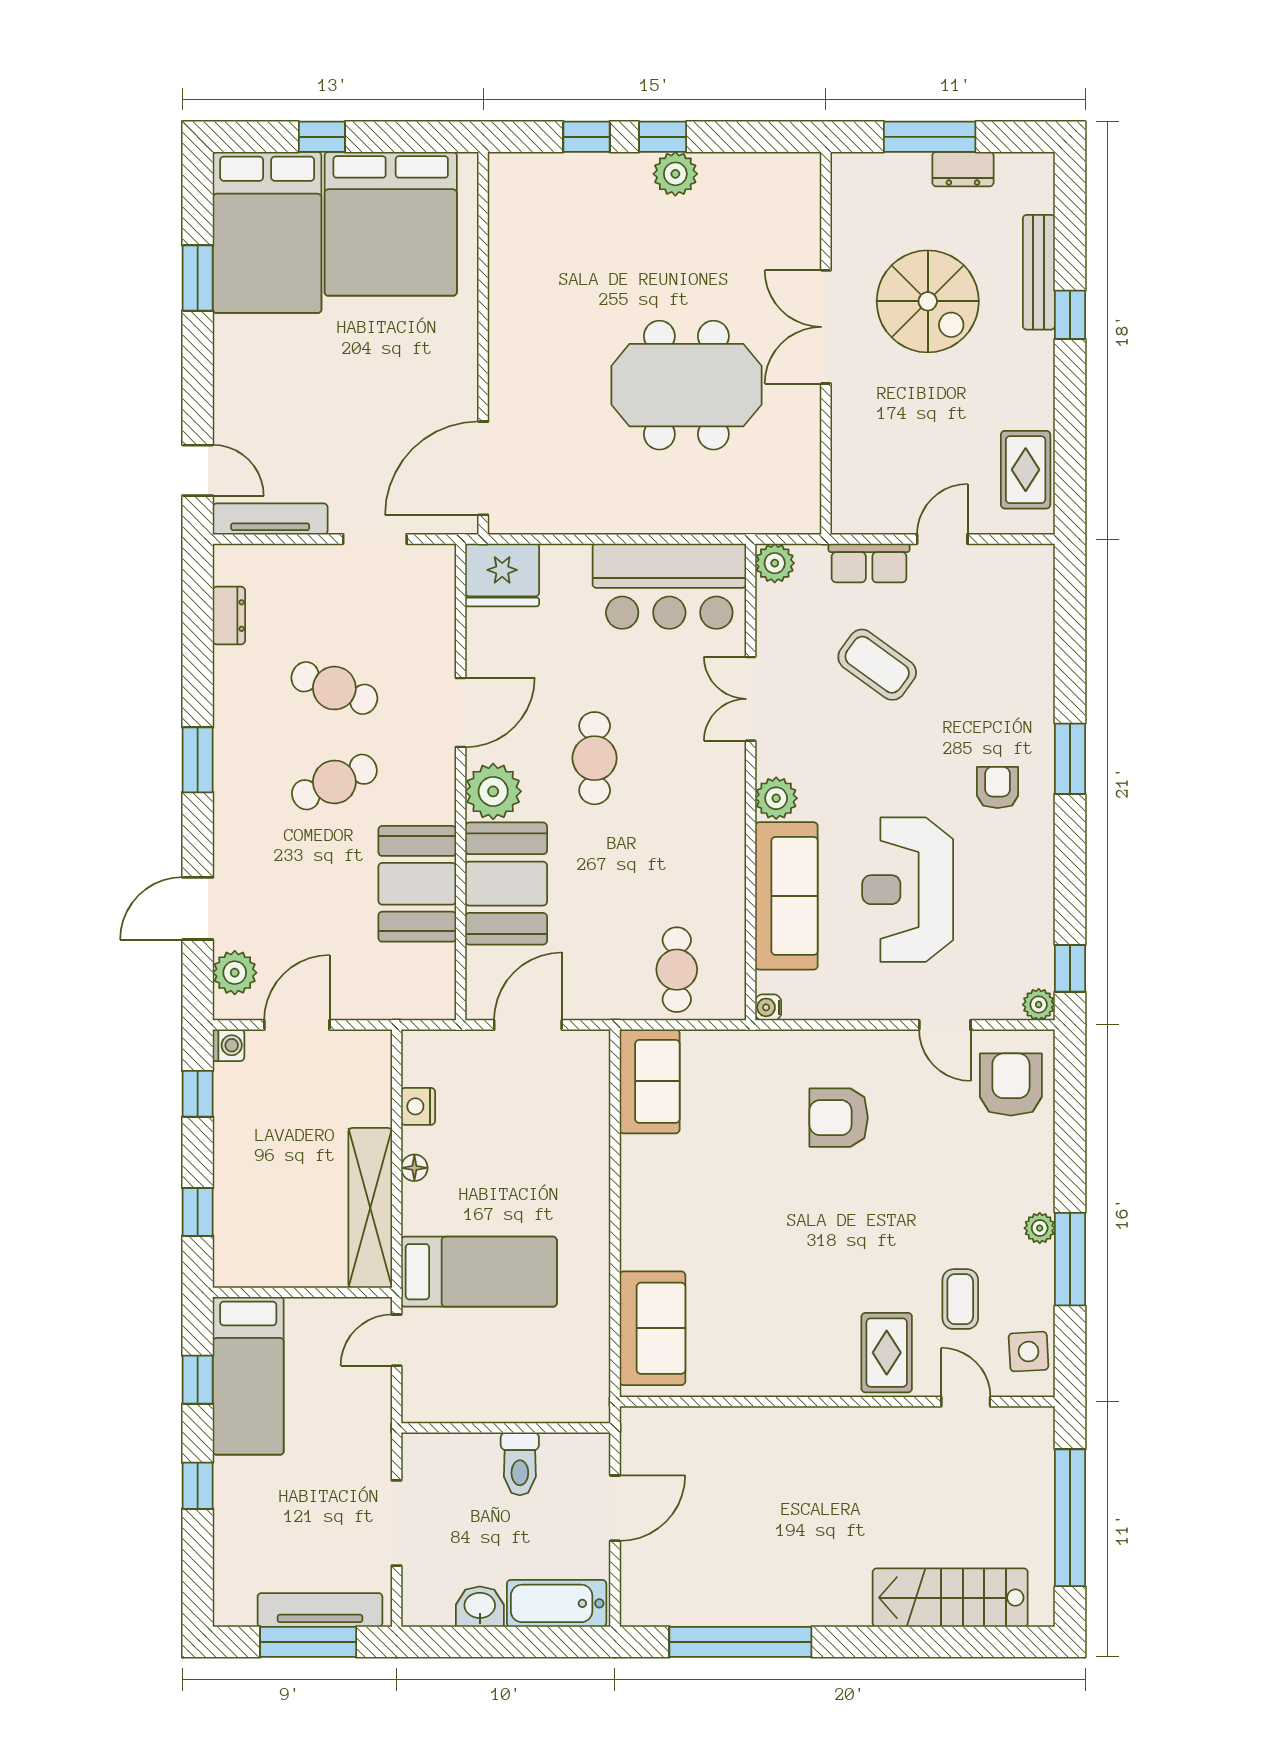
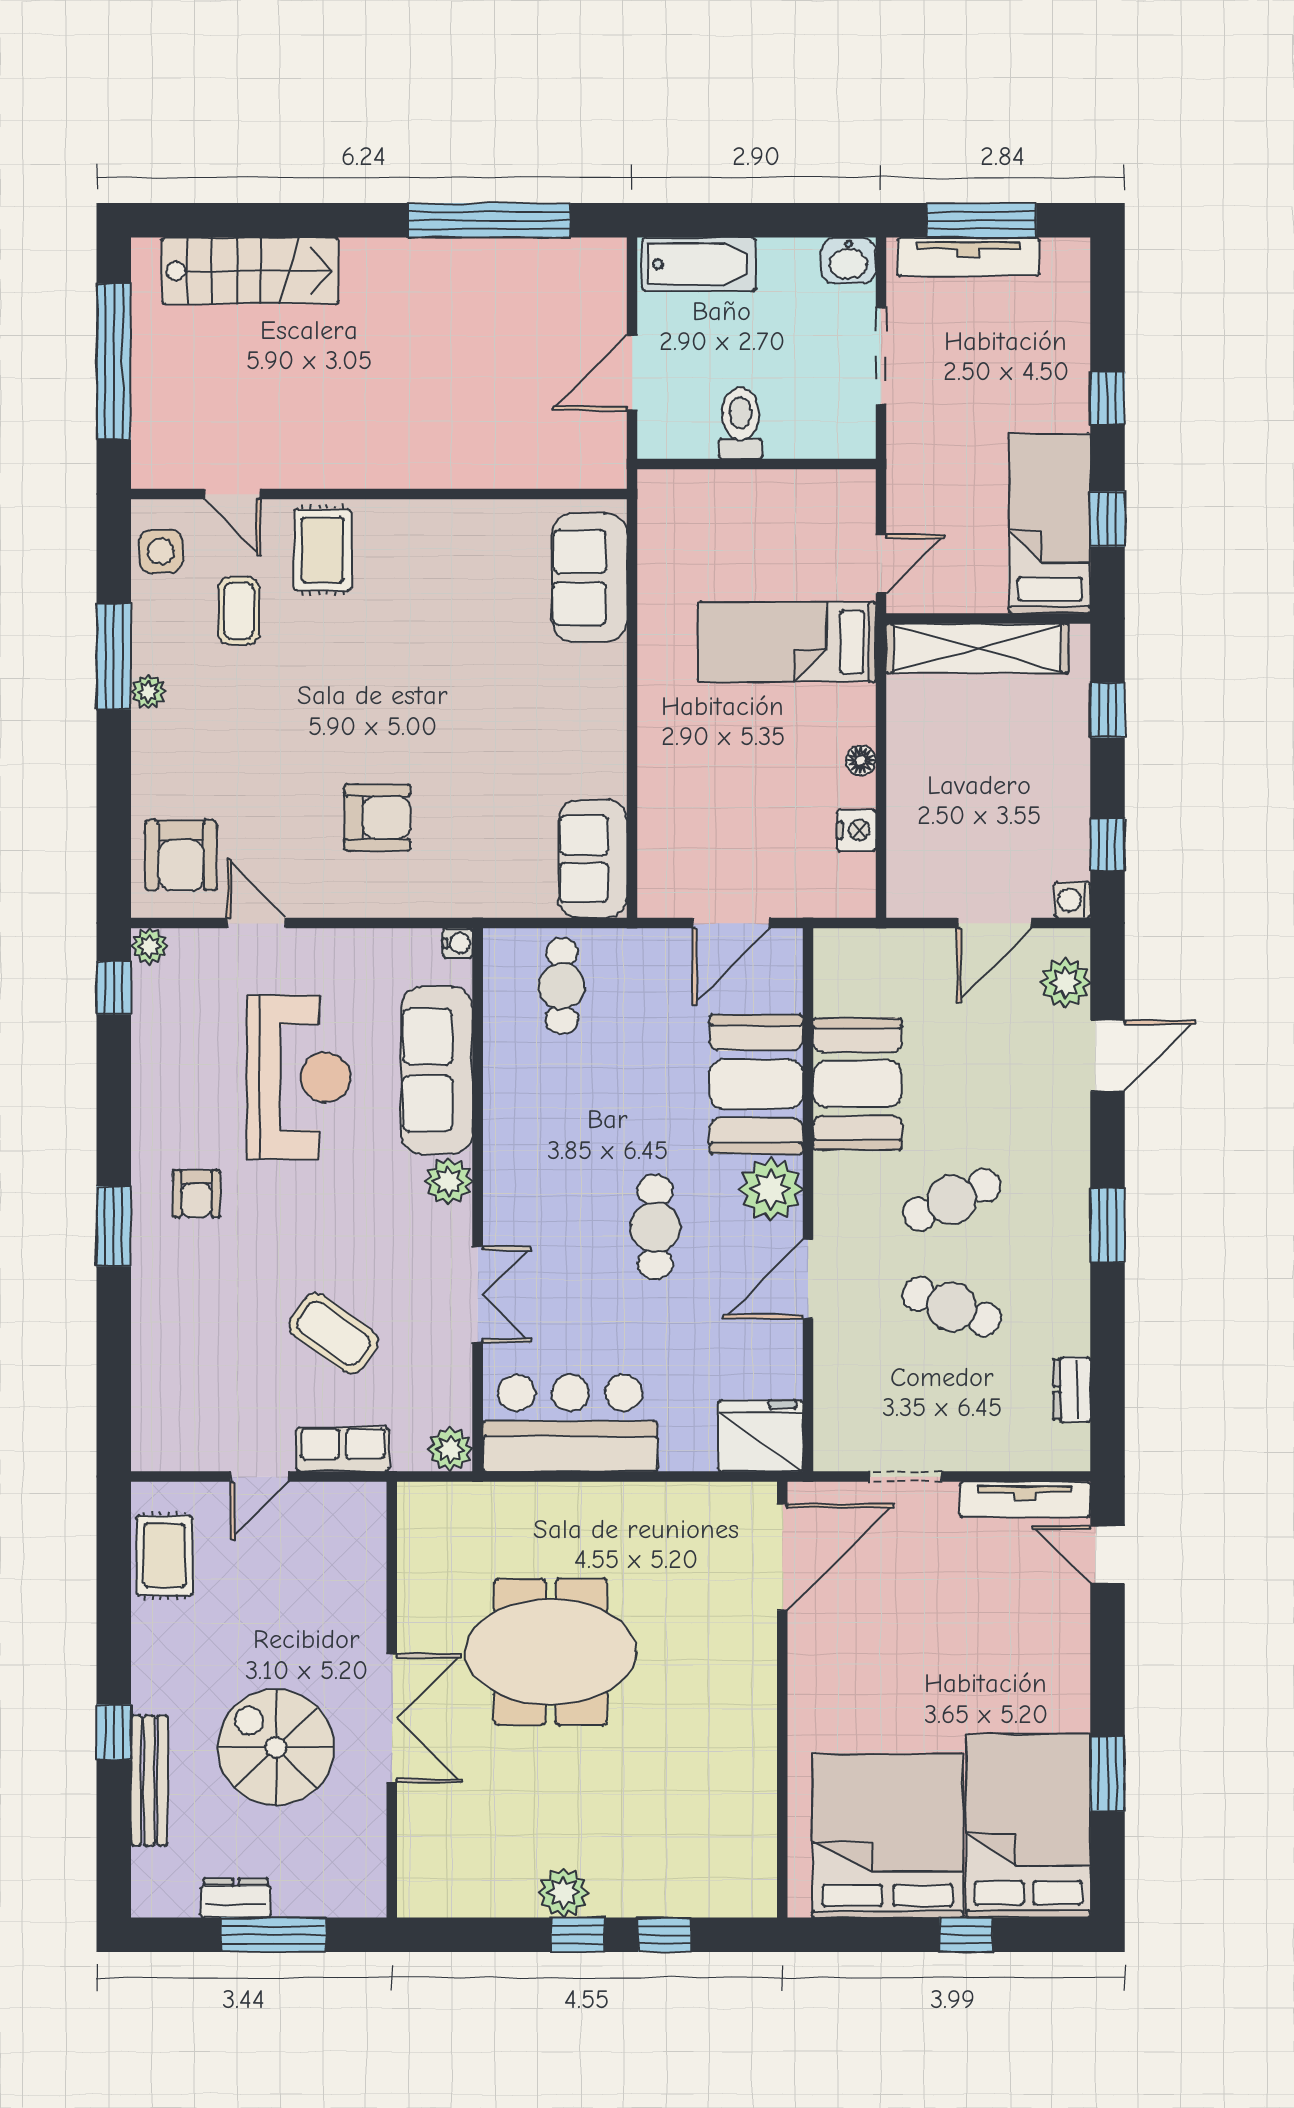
shelving: (370, 1208) -> (977, 648), moved, turned 90
washbasin: (480, 1607) -> (848, 261), moved

